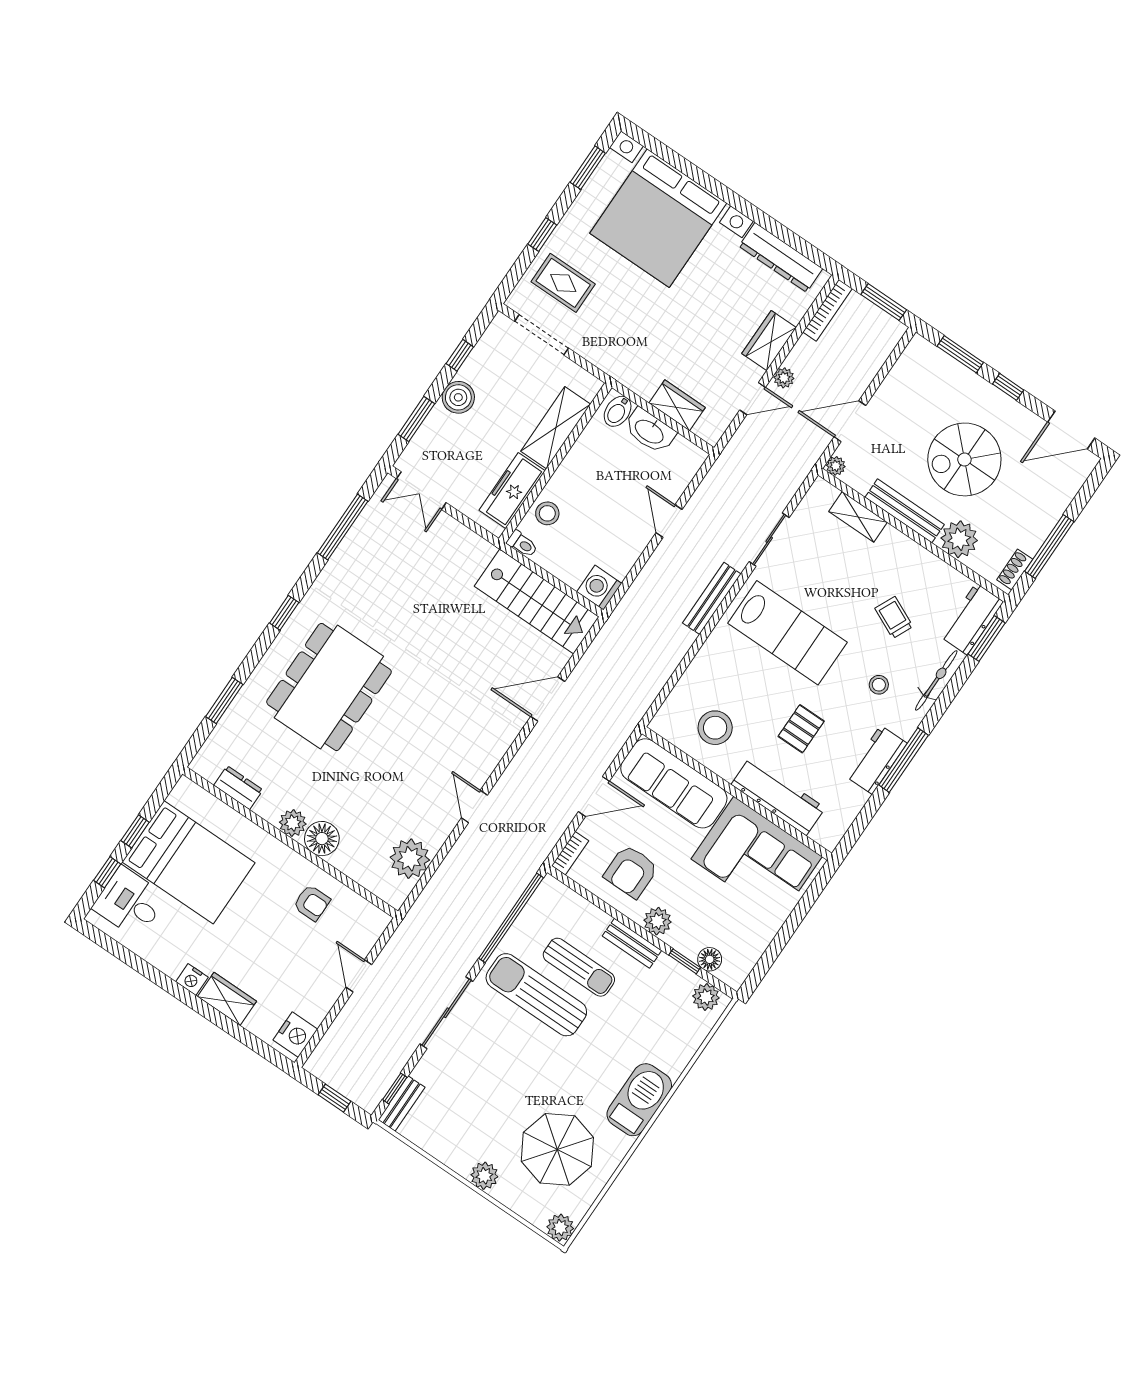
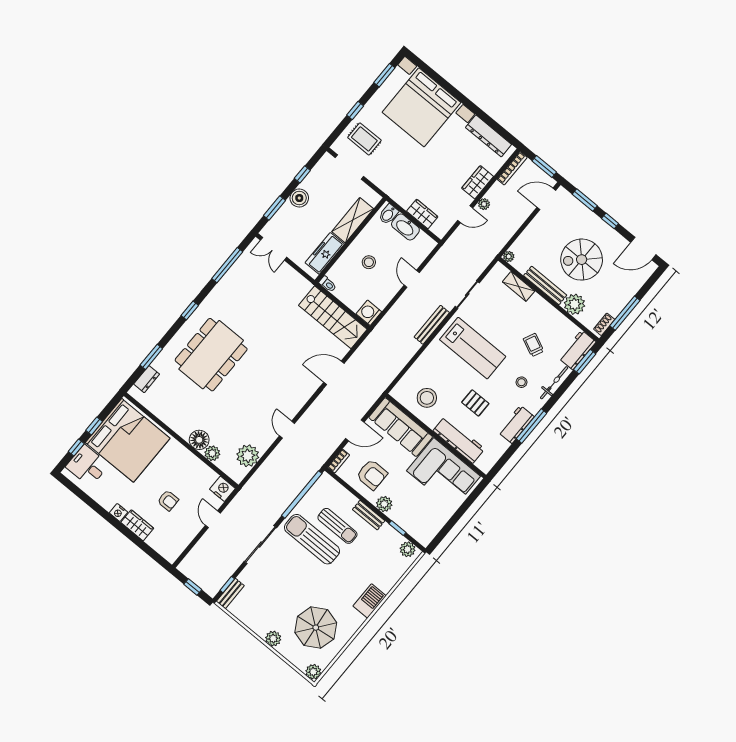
door: (850, 421) -> (546, 199), moved
stool: (547, 513) -> (369, 262), moved
pallet: (801, 729) -> (475, 403), turned 90
dresser: (238, 788) -> (147, 379), moved, turned 90
plant: (293, 823) -> (212, 453), moved
bed: (189, 862) -> (128, 440), width x1.36
armchair: (631, 871) -> (372, 475), turned -90
armchair: (312, 903) -> (168, 500), moved
floor lamp: (710, 959) -> (412, 528), removed
nightstand: (295, 1035) -> (222, 489), moved, turned -90
barbecue: (639, 1100) -> (370, 601), width x0.73, depth x0.83

